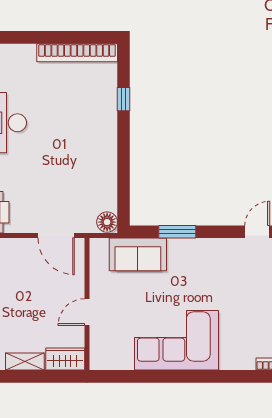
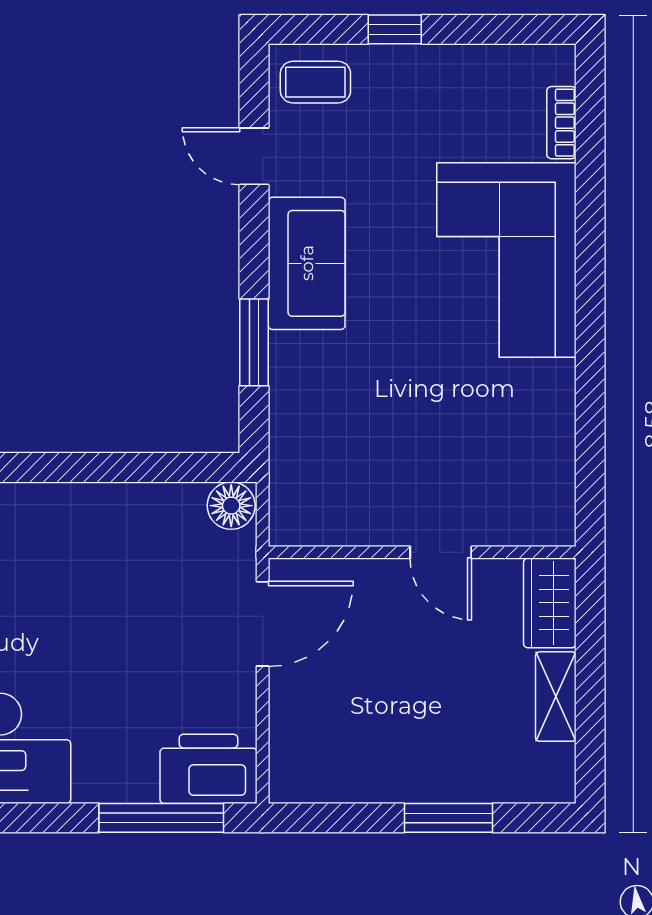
sofa: (138, 254) -> (307, 263), moved
corner sofa: (177, 340) -> (506, 260), moved

